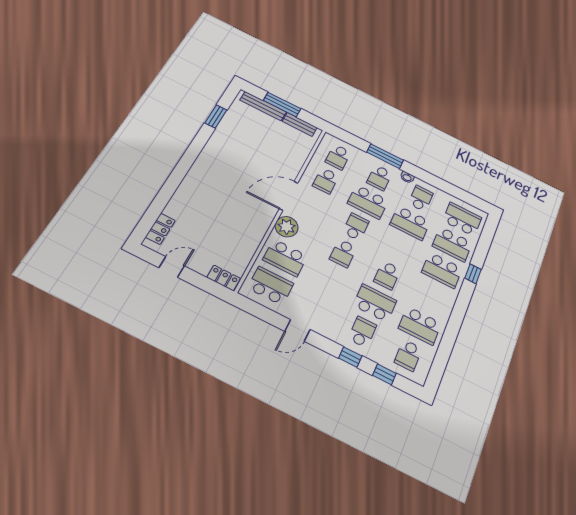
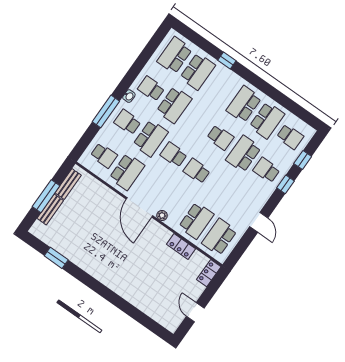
bench: (263, 106) -> (50, 209), width x0.73
school desk: (379, 178) -> (127, 122), turned 180
school desk: (326, 181) -> (127, 172), width x1.85
plant: (287, 227) -> (162, 215), width x0.53, depth x0.53
locker: (160, 229) -> (181, 247), moved, turned 180
school desk: (343, 253) -> (197, 171), turned 180
school desk: (442, 270) -> (244, 104), moved, turned 180

